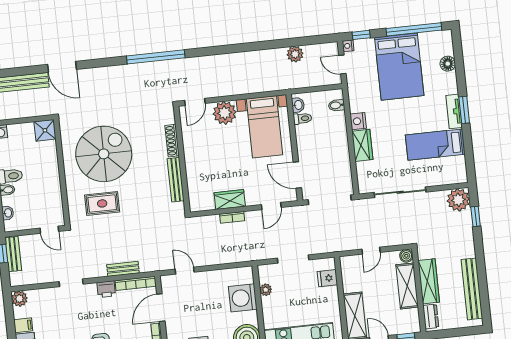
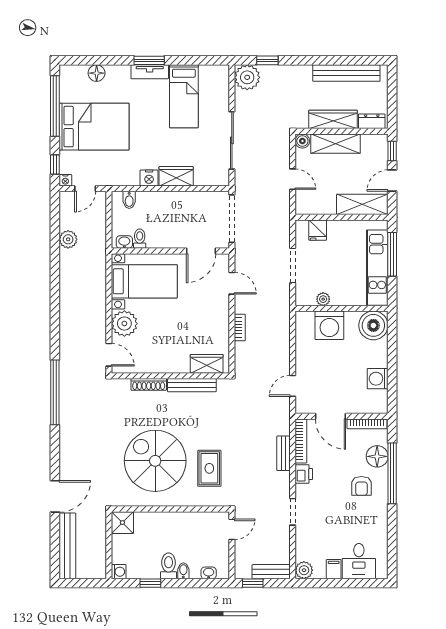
wardrobe: (230, 200) -> (207, 364), moved, turned 90
bench: (13, 254) -> (271, 572), moved

